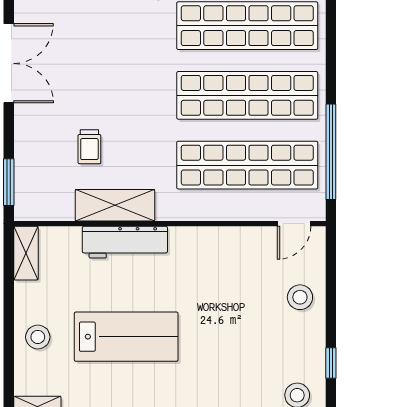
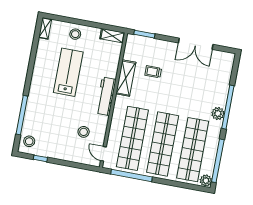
workbench: (125, 242) -> (106, 96), moved
stool: (300, 297) -> (84, 132), moved
lab bench: (126, 337) -> (68, 72), turned 180

